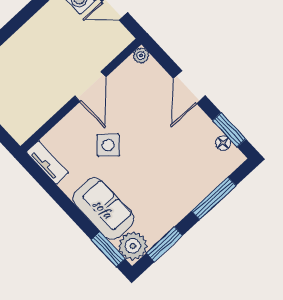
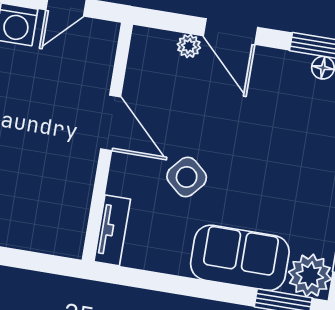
plant: (141, 55) -> (189, 46), moved
tv unit: (47, 163) -> (112, 230), moved, turned 90

